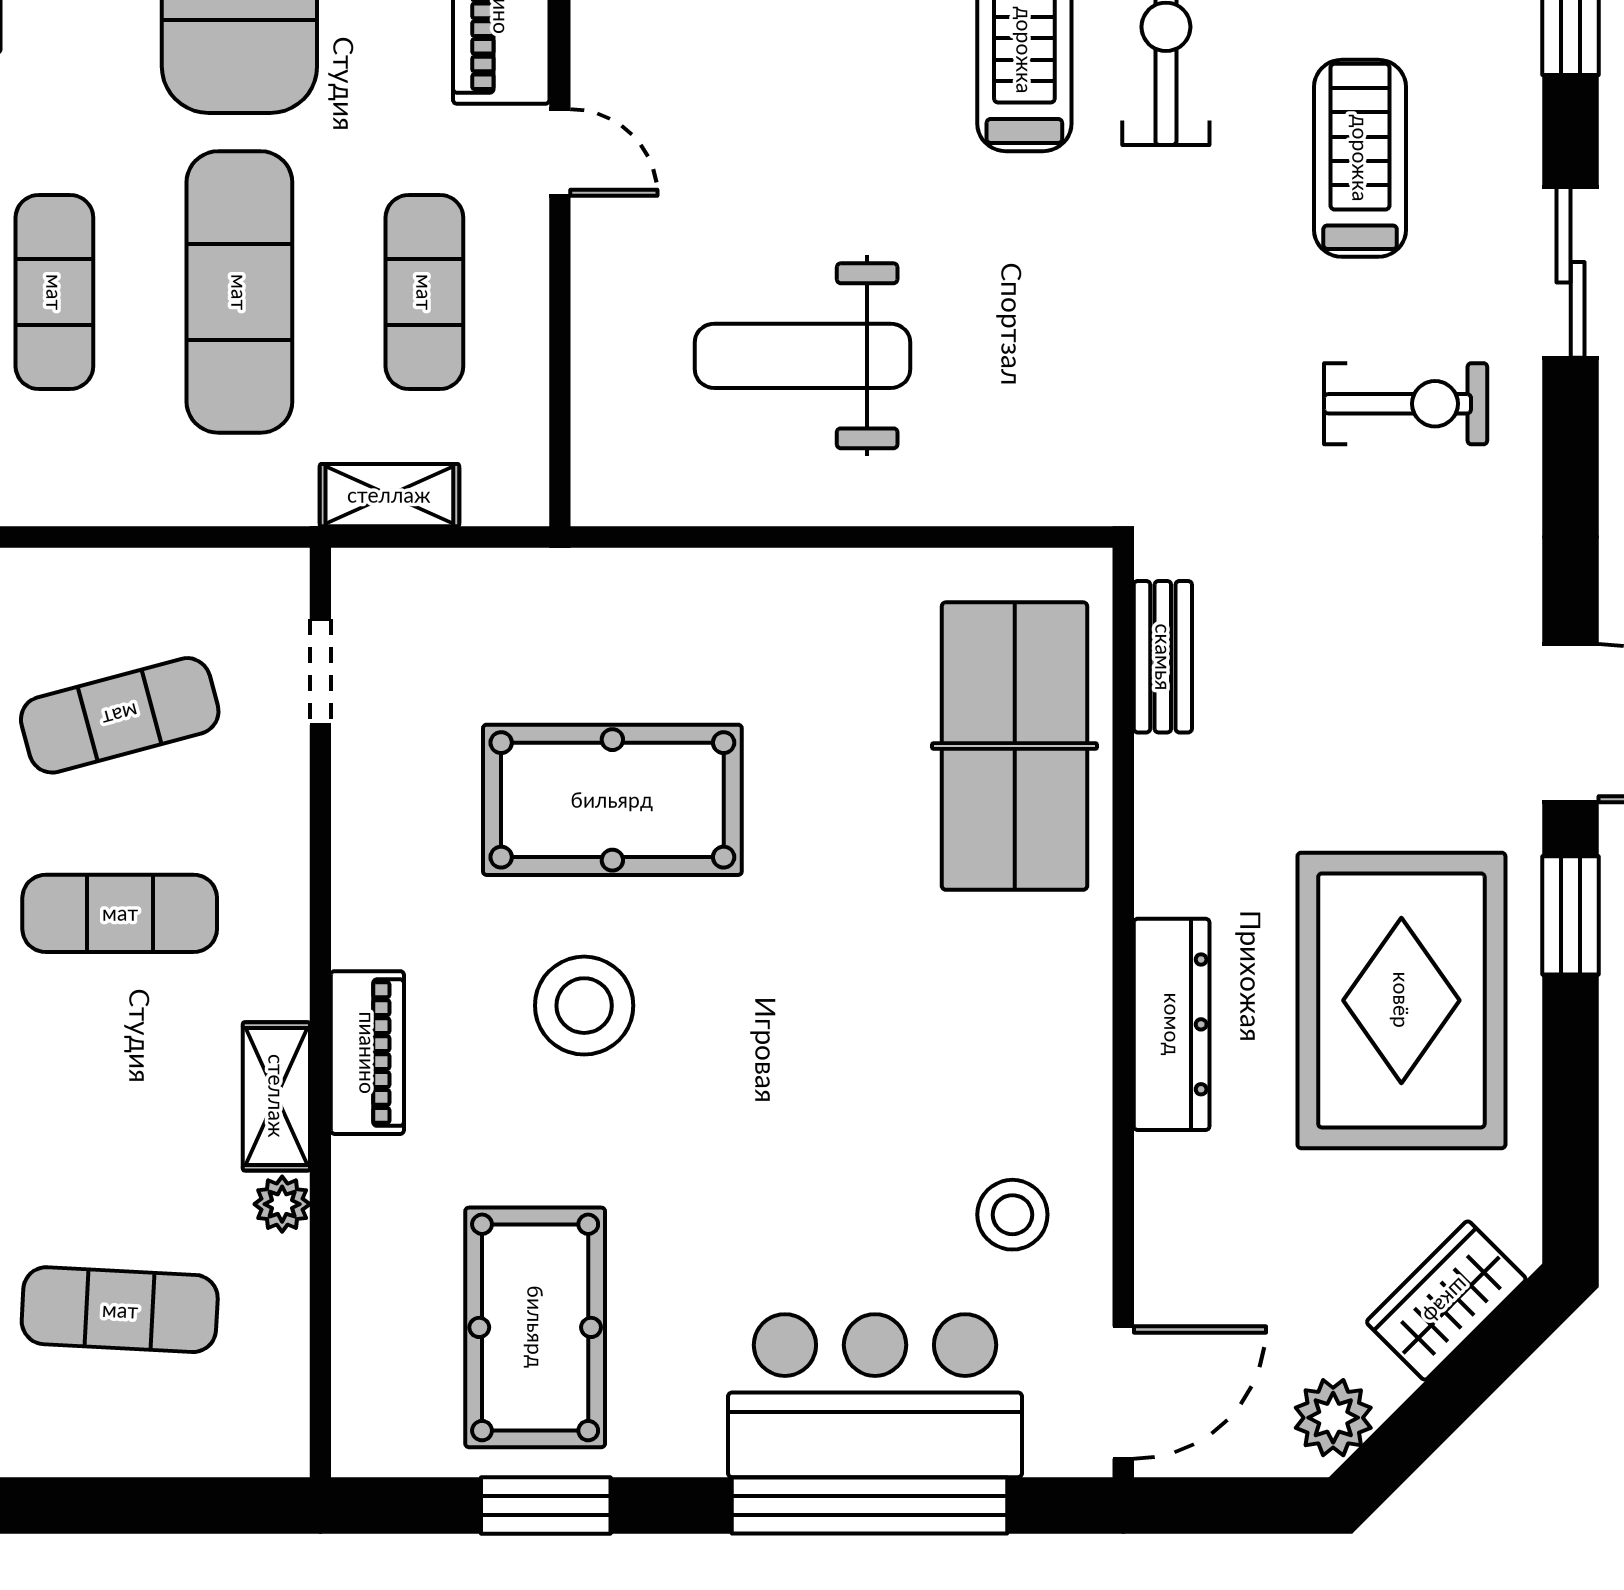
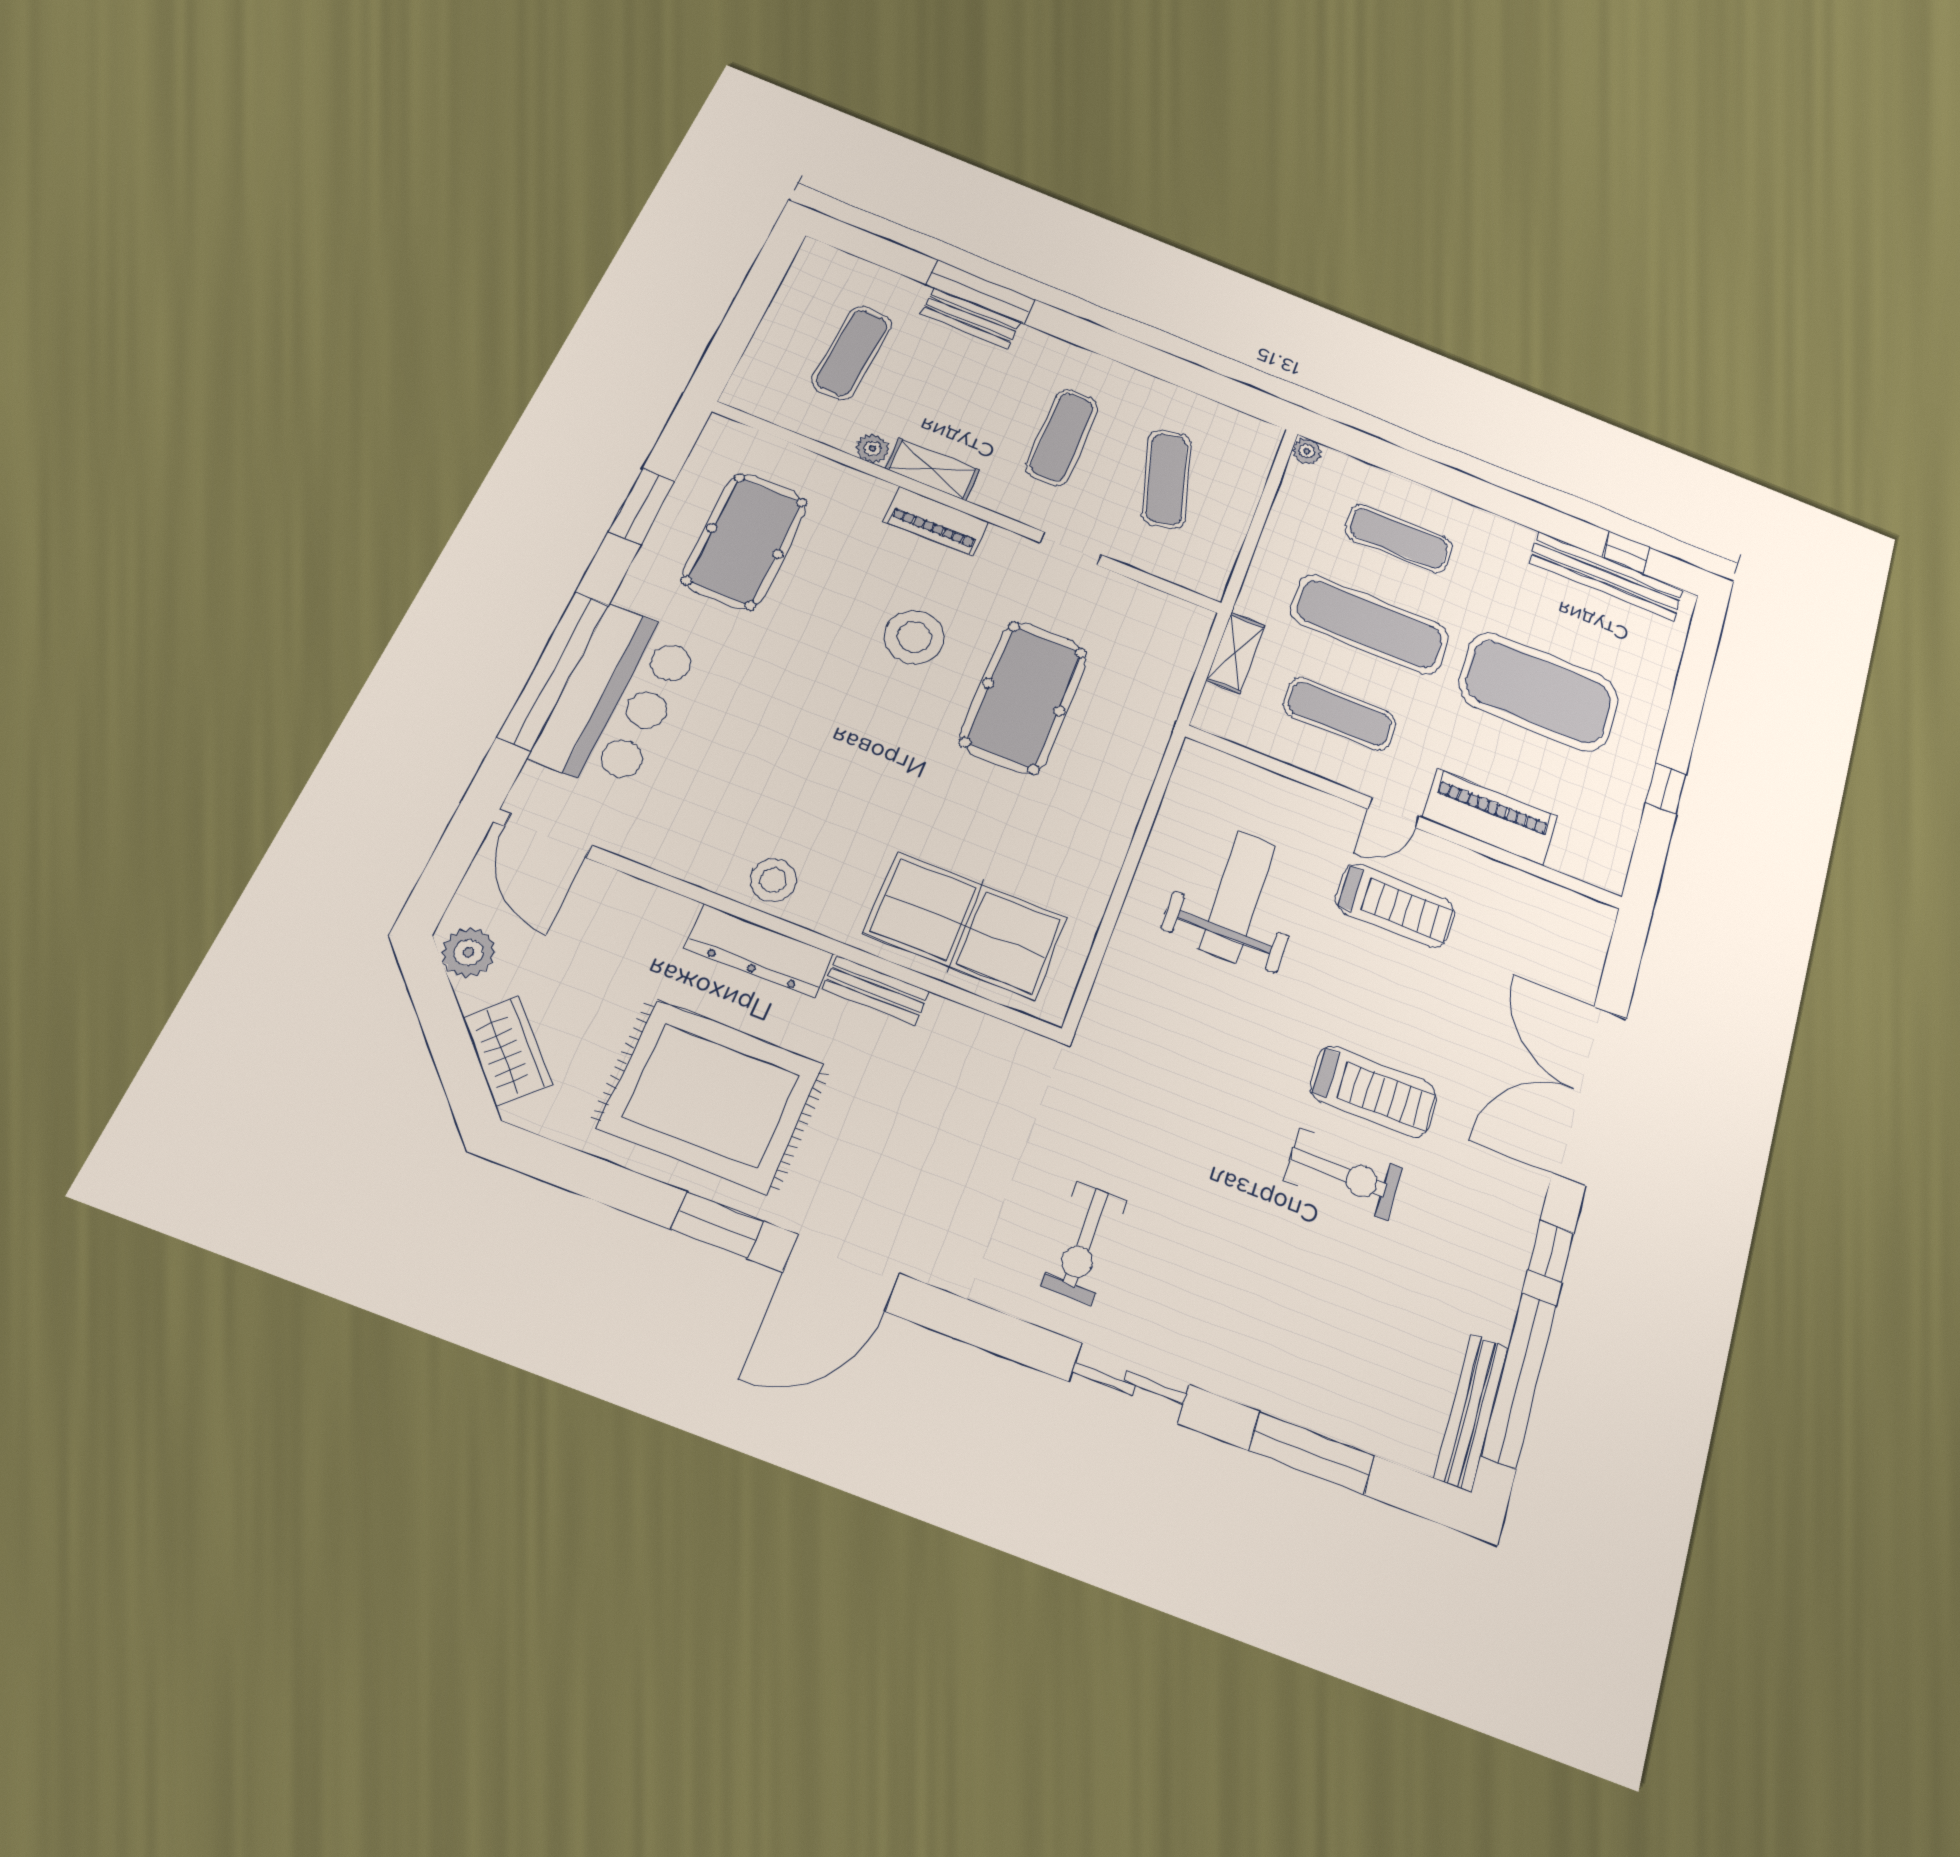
treadmill: (1360, 158) -> (1395, 906), moved
bench: (1163, 657) -> (876, 990), moved
doorway: (320, 672) -> (1070, 549), moved
stool: (1012, 1215) -> (773, 880), moved
pool table: (535, 1327) -> (745, 541), turned 90

